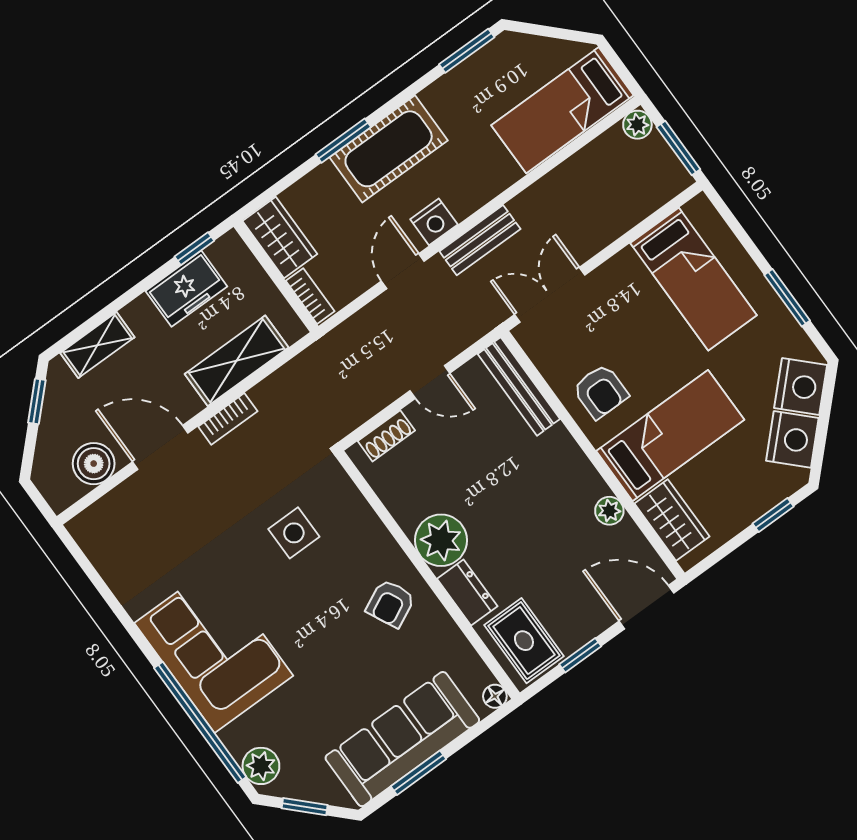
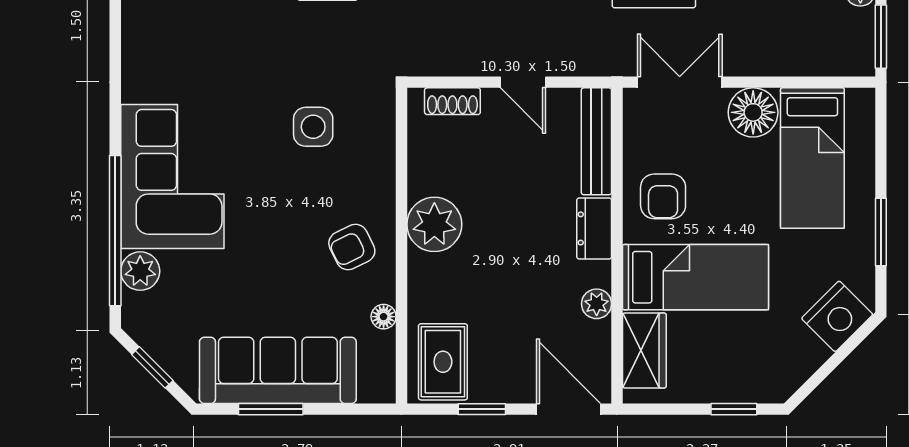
floor lamp: (623, 277) -> (753, 112), added
nightstand: (792, 439) -> (797, 356), removed
dresser: (467, 593) -> (594, 228), moved, turned 180
floor lamp: (495, 696) -> (384, 317), moved
plant: (261, 766) -> (140, 271), moved

